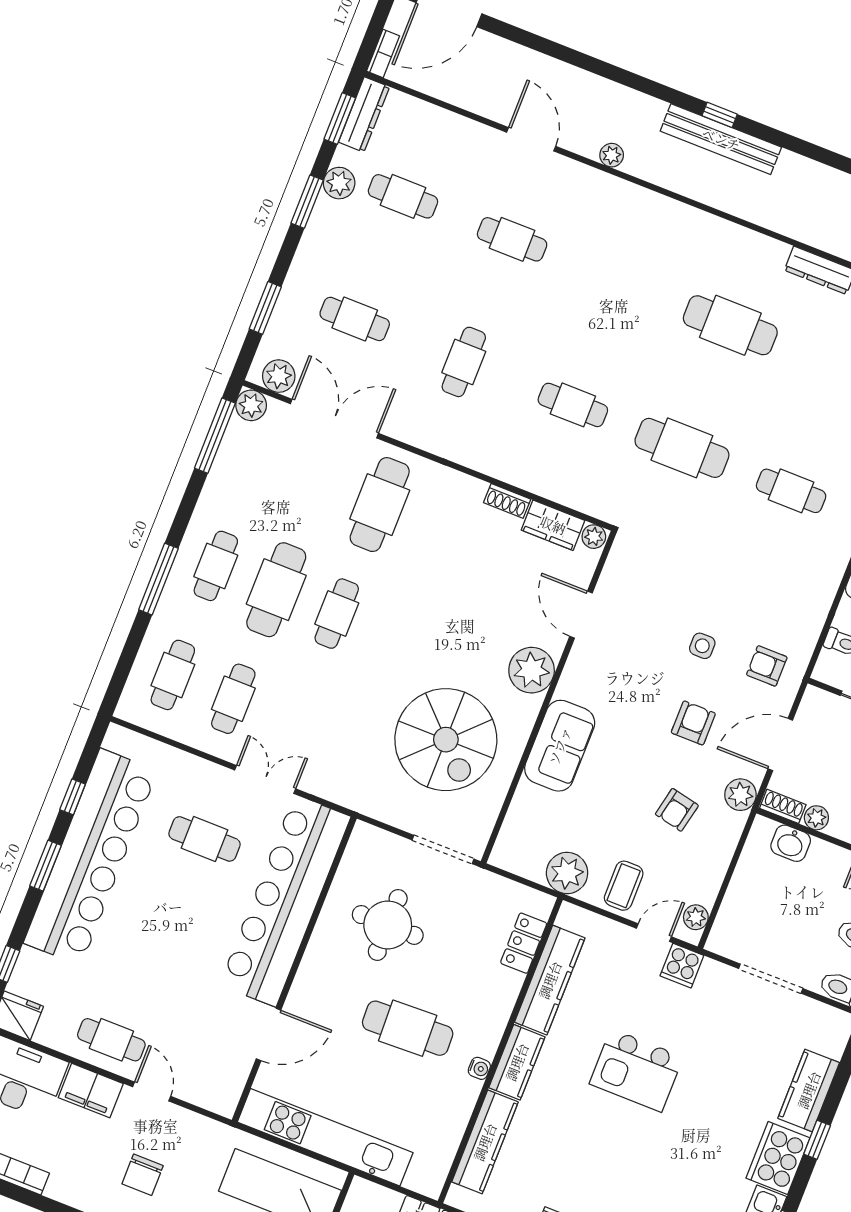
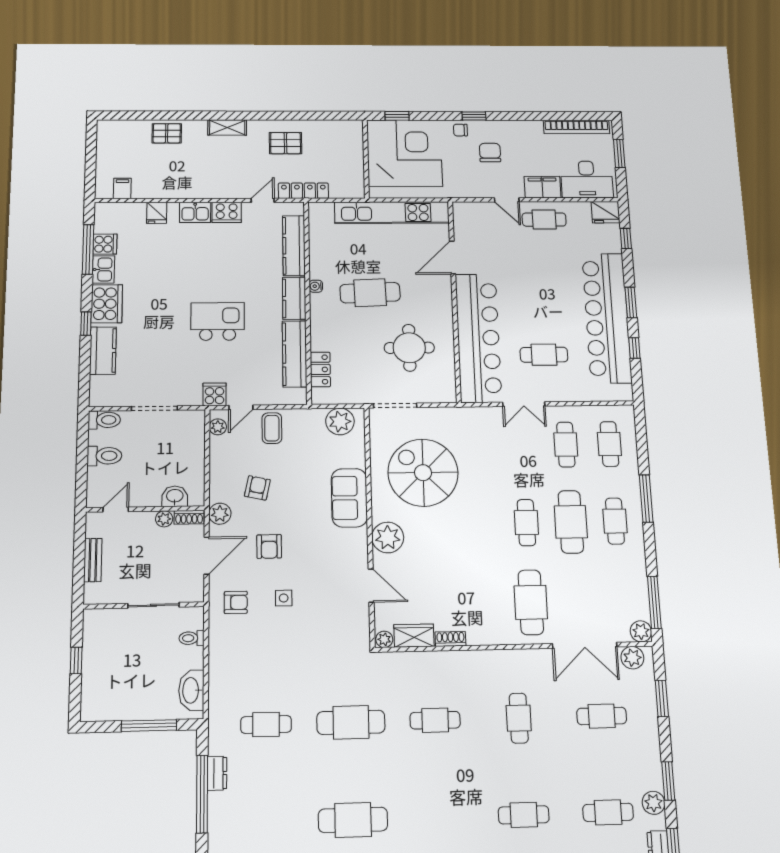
plant: (567, 873) -> (340, 421), moved

